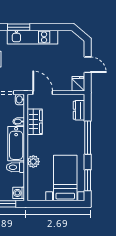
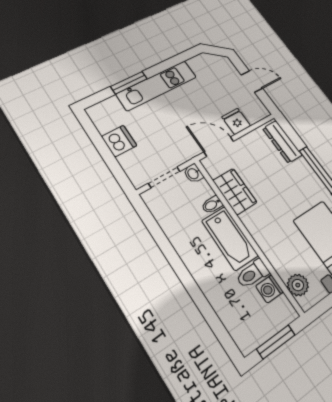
fridge: (78, 84) -> (236, 121), moved
dresser: (79, 110) -> (282, 142), width x1.44
plant: (33, 162) -> (298, 285), moved
washing machine: (19, 193) -> (269, 289), moved

